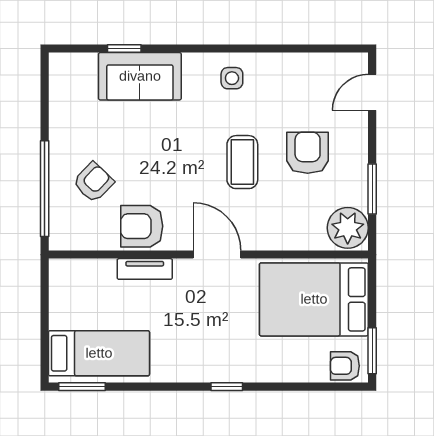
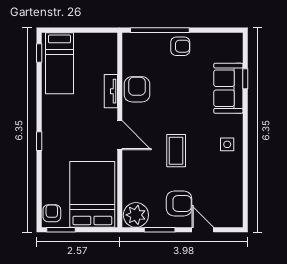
door: (372, 92) -> (203, 230), moved
armchair: (308, 153) -> (179, 203), moved
coffee table: (242, 162) -> (176, 151), turned 90
armchair: (93, 182) -> (180, 46), moved, turned -44
door: (217, 255) -> (120, 135), hinge flipped
window: (82, 387) -> (39, 53), width x0.67

